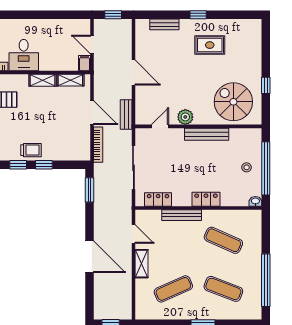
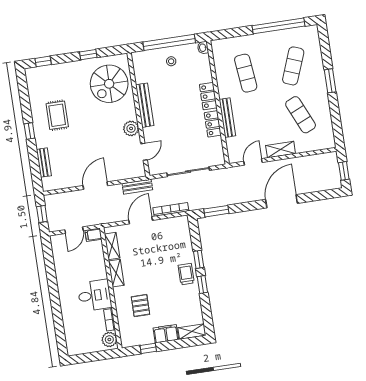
window: (266, 39) -> (43, 61), added
door: (160, 126) -> (144, 152), swing flipped
locker: (158, 199) -> (213, 124), moved
exercise mat: (223, 240) -> (246, 73), turned -30

